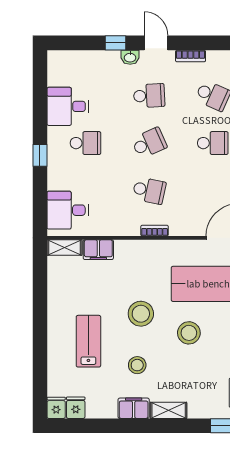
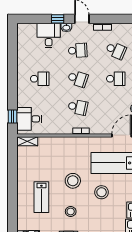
desk: (68, 106) -> (49, 36), moved, turned 90
school desk: (149, 143) -> (78, 79), turned 42
window: (40, 155) -> (13, 117), moved
filing cabinet: (98, 250) -> (47, 142), removed
lab bench: (88, 341) -> (41, 197), turned 180

